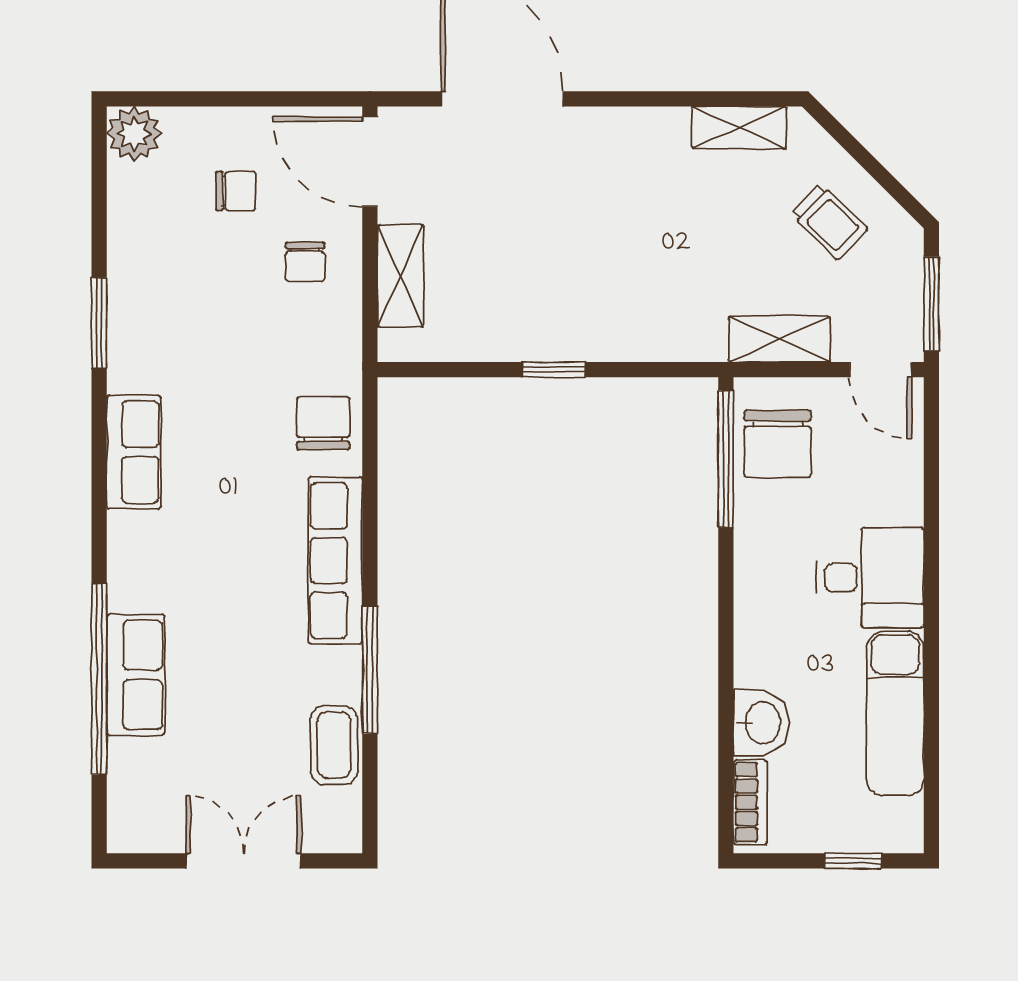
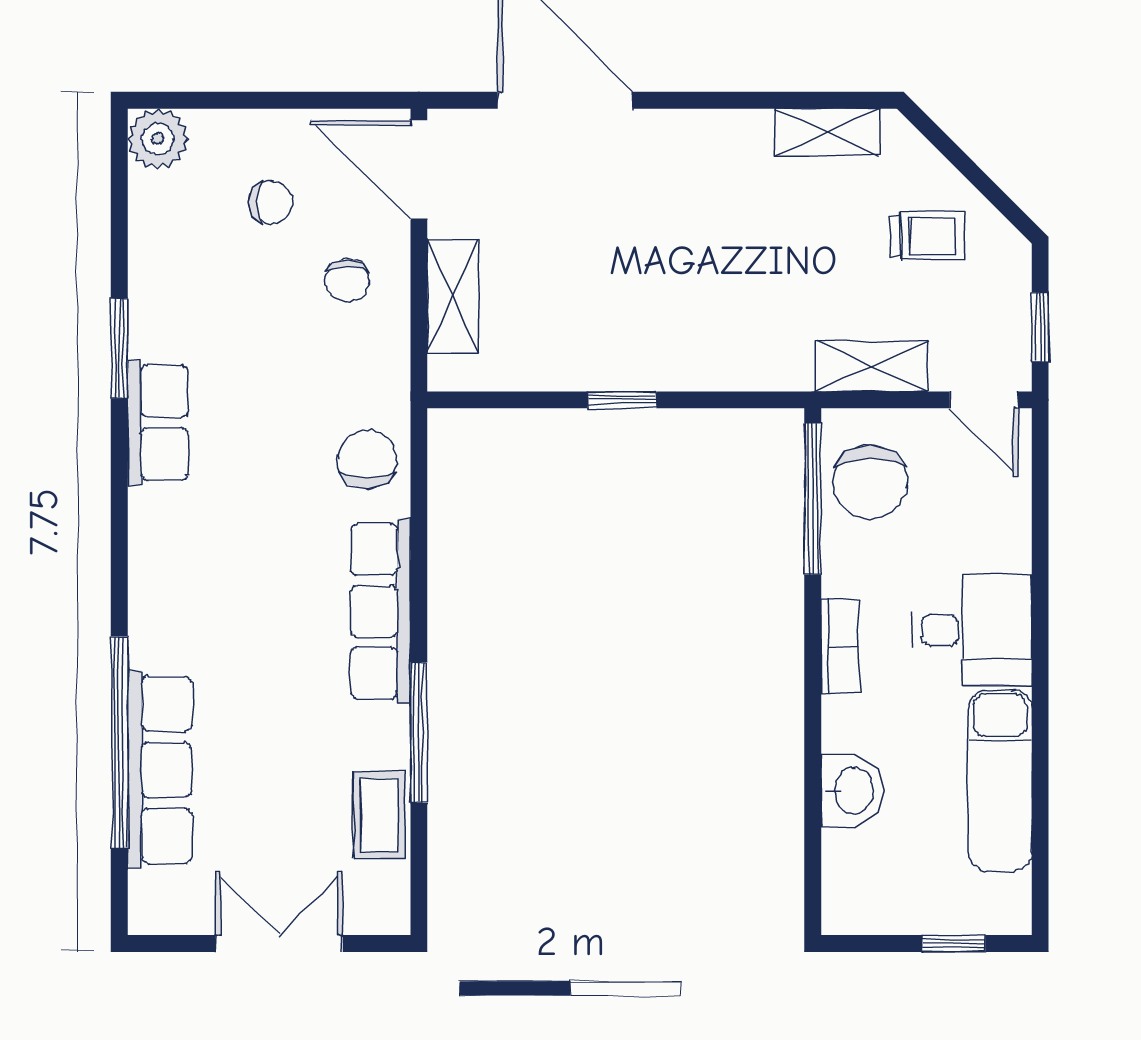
trolley: (829, 222) -> (927, 236), turned -44
window: (931, 304) -> (1040, 327), width x0.67
row of seats: (134, 452) -> (158, 423), moved
row of seats: (136, 675) -> (160, 770), width x1.48
bookcase: (750, 802) -> (840, 647), moved

